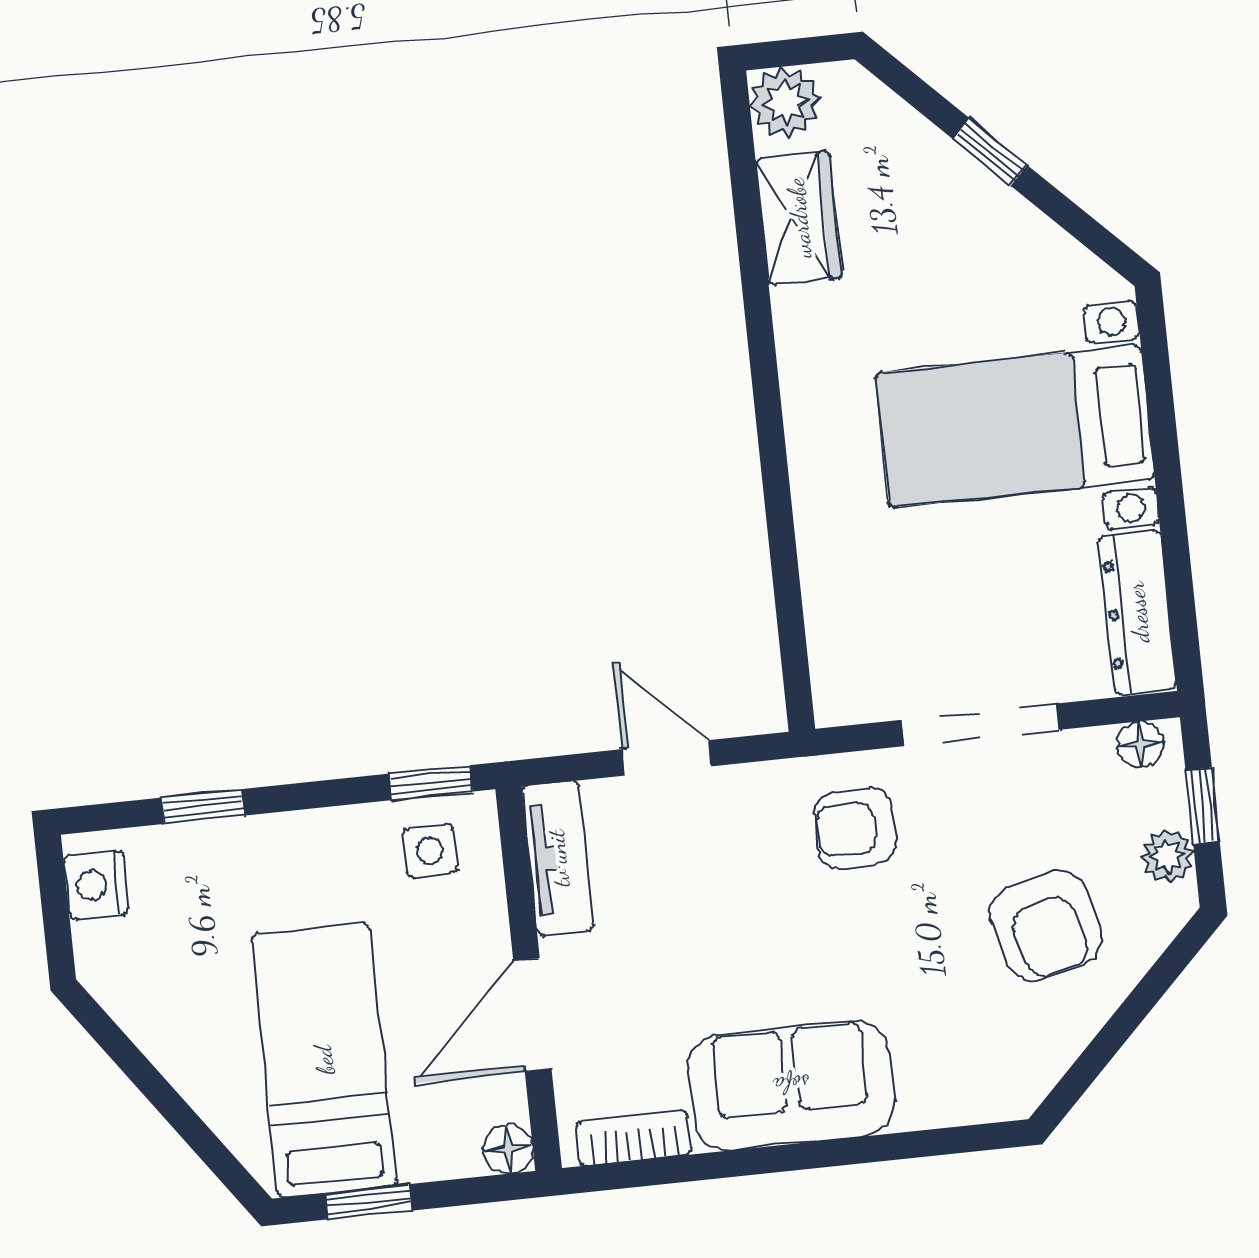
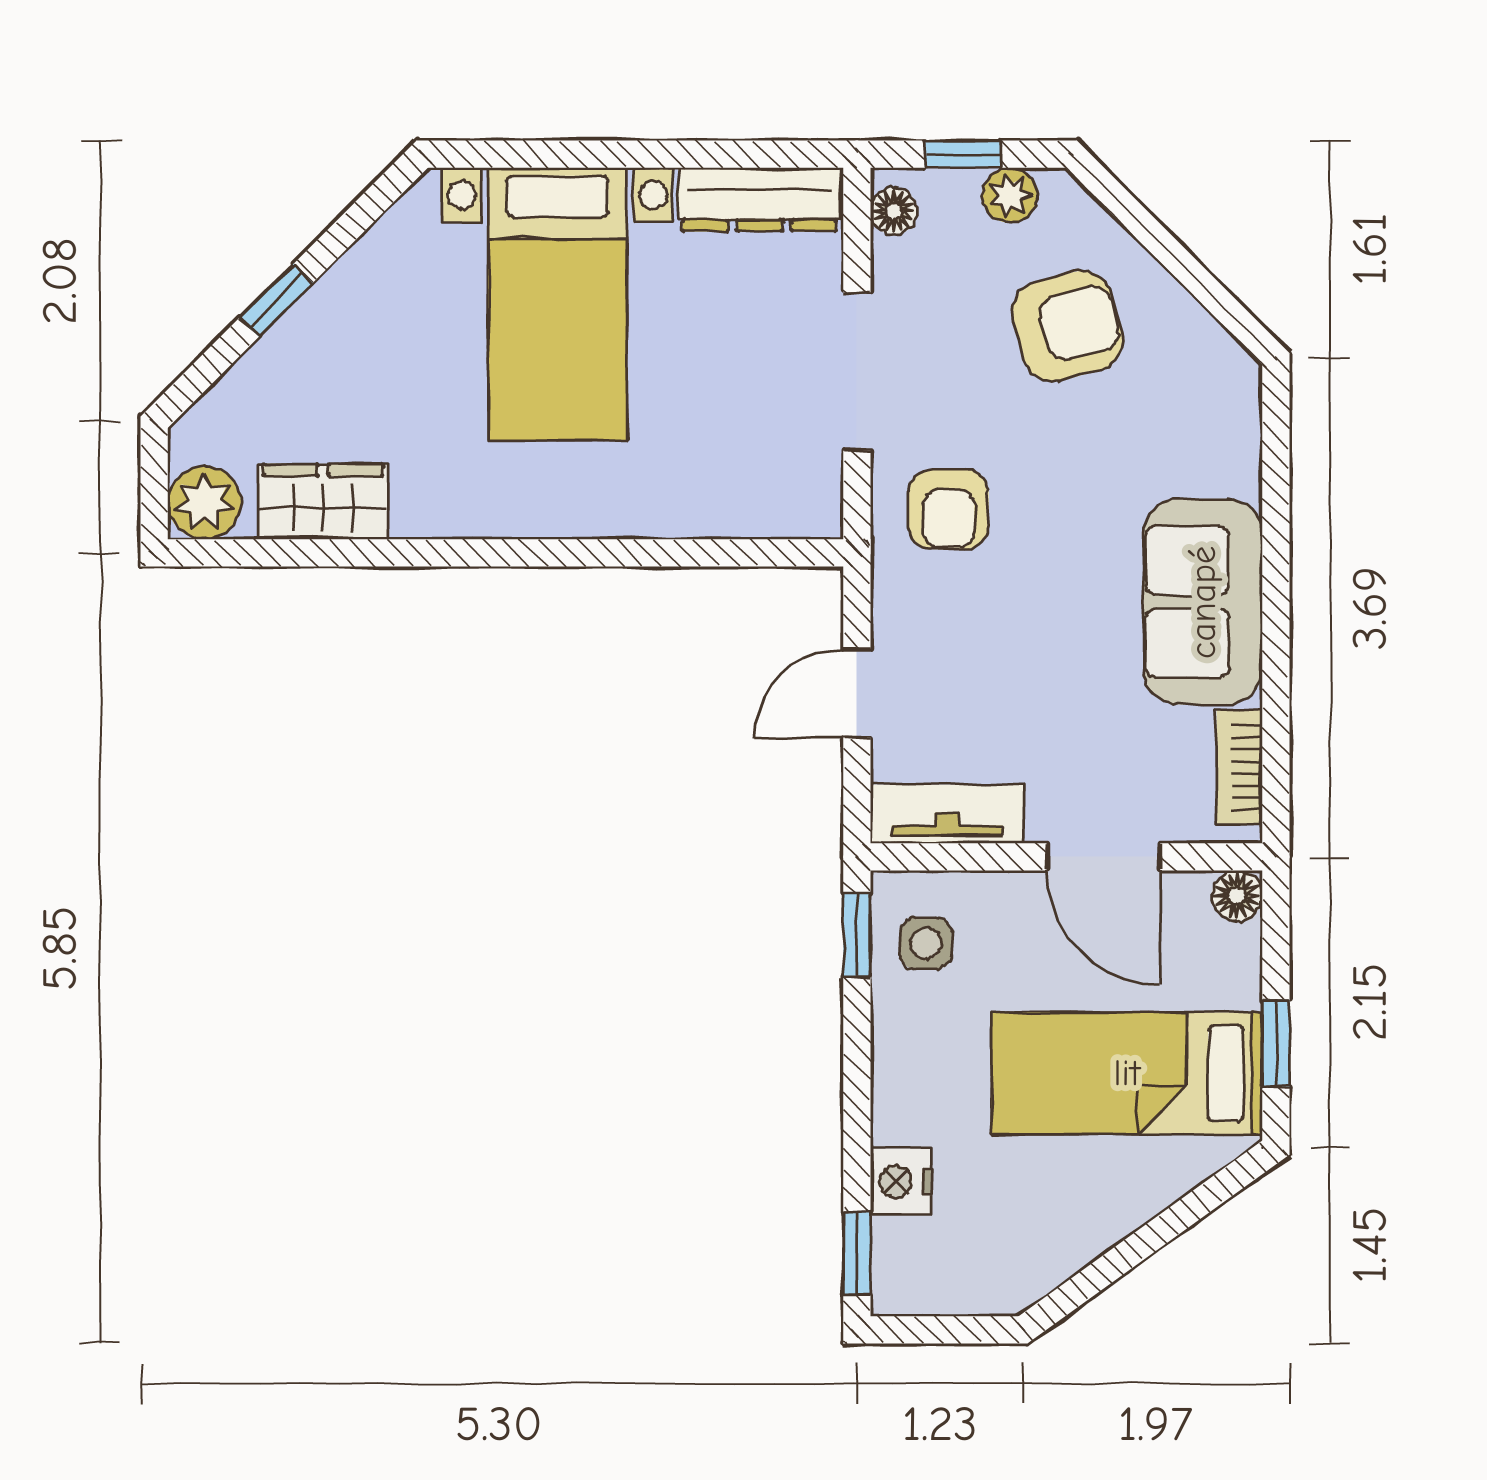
window: (203, 807) -> (857, 1253), moved
nightstand: (96, 885) -> (901, 1182), moved, turned 90

